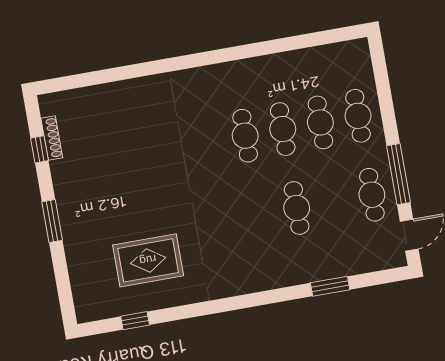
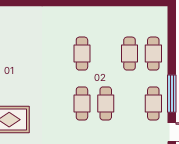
cafe table: (283, 129) -> (82, 103), moved

